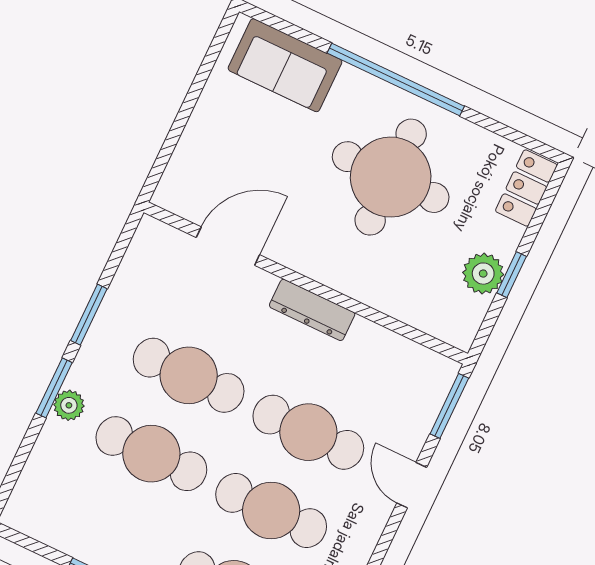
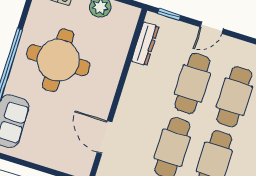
dresser: (312, 310) -> (145, 44), moved
window: (449, 406) -> (169, 14), width x0.67

